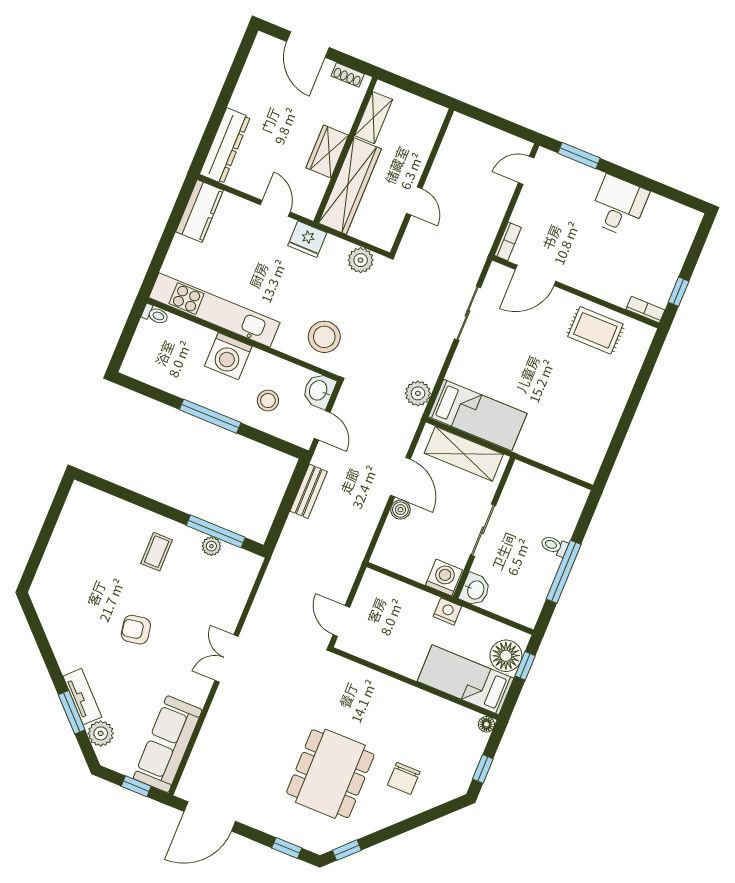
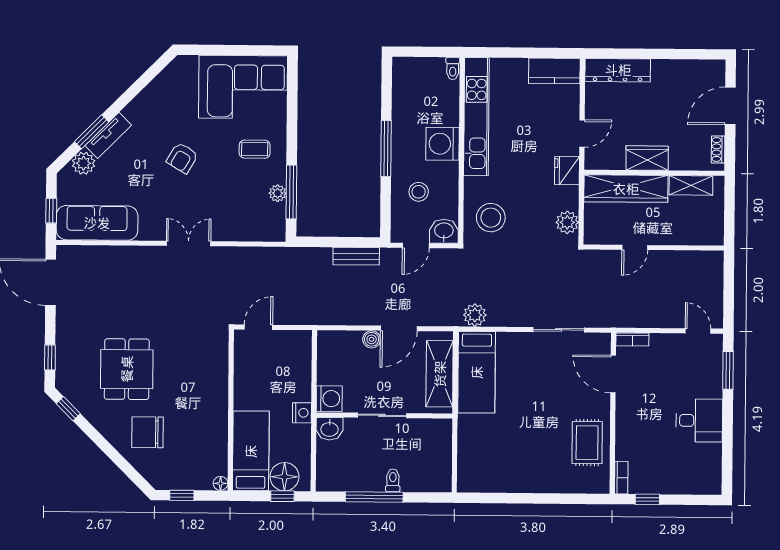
corner sofa: (88, 538) -> (243, 87), added
armchair: (136, 630) -> (182, 158), turned -139
dining table: (330, 774) -> (127, 369), width x0.73
chair: (404, 778) -> (147, 432), width x1.37, depth x1.37

